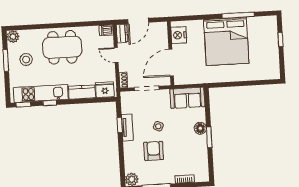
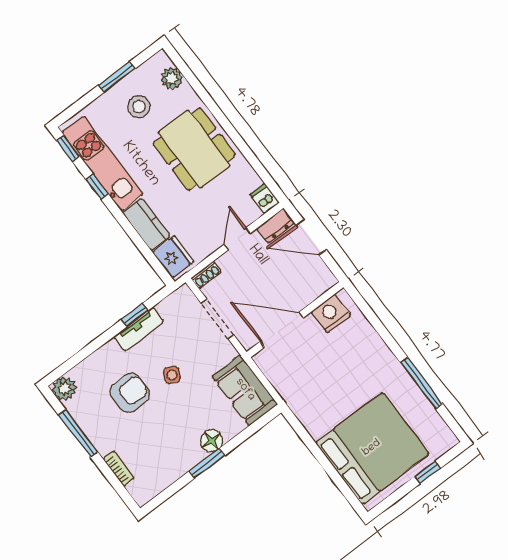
plant: (13, 37) -> (172, 79), moved
bed: (226, 41) -> (372, 448), moved, turned 180

